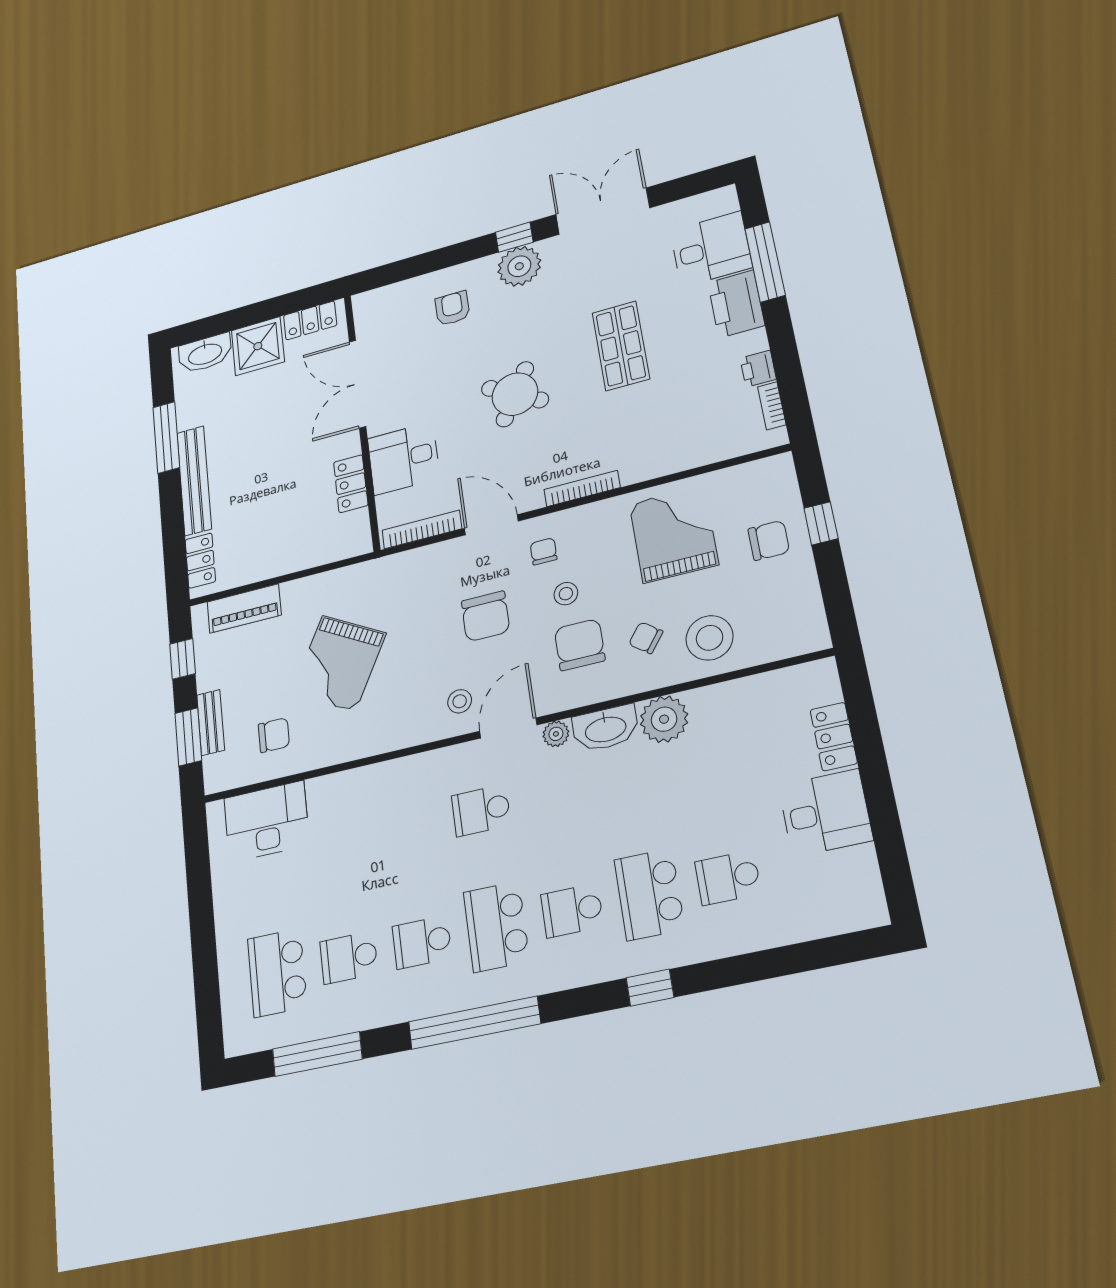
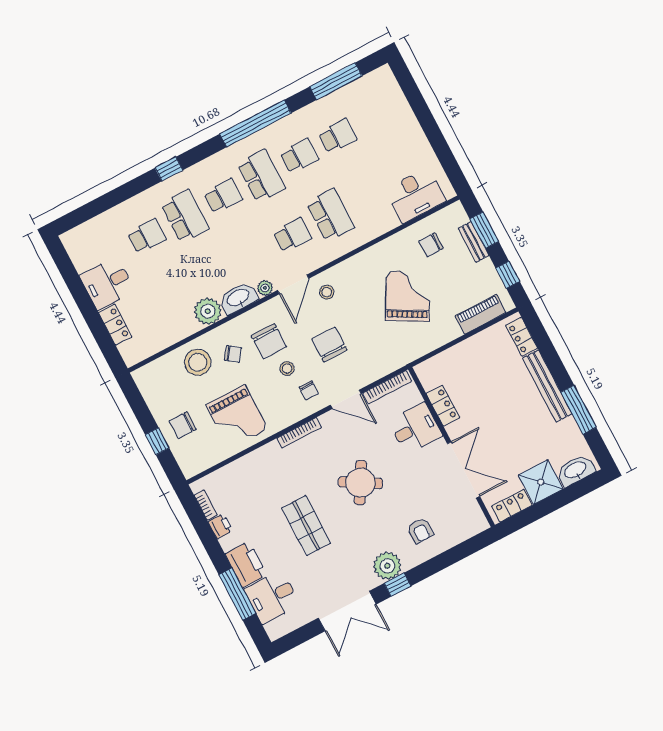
school desk: (277, 973) -> (330, 215), moved

